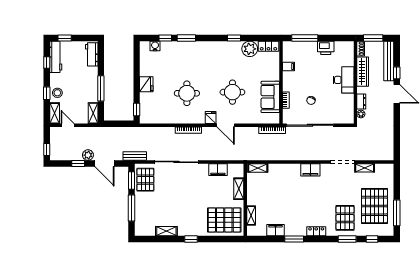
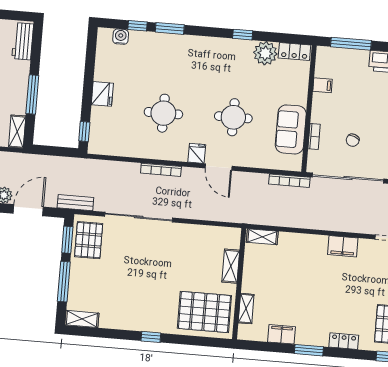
door: (105, 164) -> (28, 210), swing flipped
filing cabinet: (218, 170) -> (201, 234), removed
shelving: (166, 231) -> (82, 319), moved

